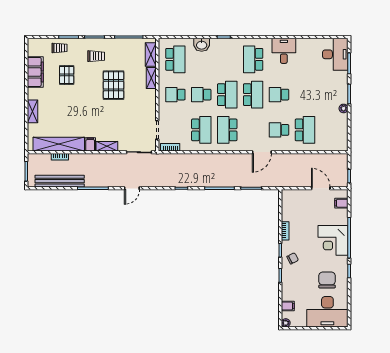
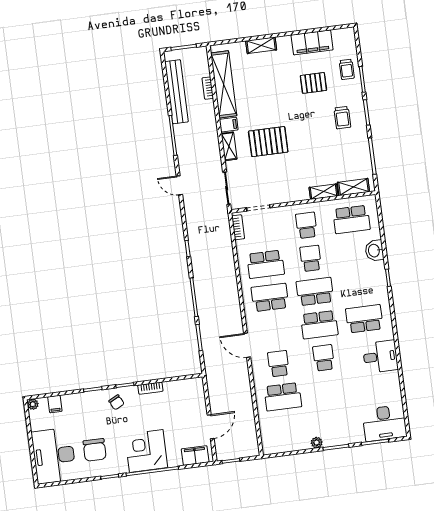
pallet: (114, 85) -> (268, 142), moved
school desk: (227, 95) -> (315, 292), turned 180
filing cabinet: (341, 203) -> (195, 455), width x2.00
chair: (327, 280) -> (95, 450), turned 90

